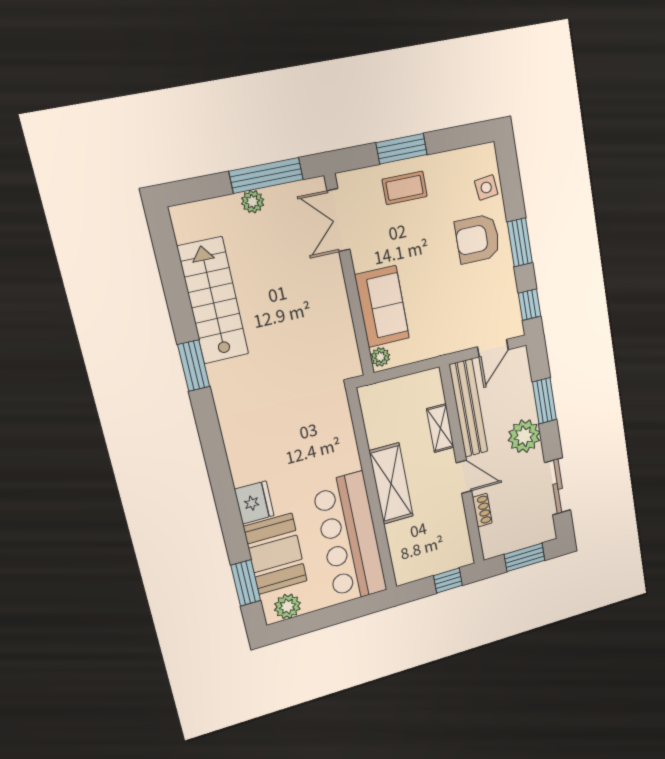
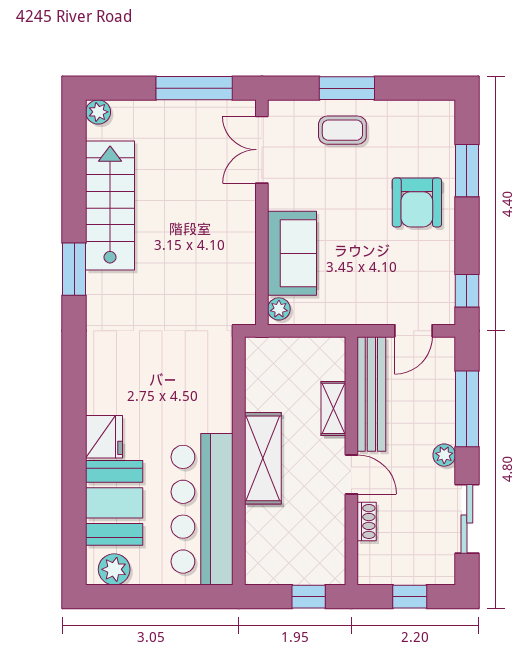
side table: (486, 187) -> (437, 148), removed
plant: (253, 202) -> (98, 112), moved
armchair: (478, 239) -> (417, 202), turned -90
window: (520, 242) -> (467, 171), moved
window: (544, 401) -> (467, 409), width x1.44
plant: (524, 436) -> (444, 455), width x0.53, depth x0.53
window: (525, 557) -> (410, 597), width x0.67
window: (246, 583) -> (74, 527), removed

